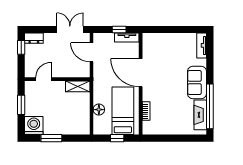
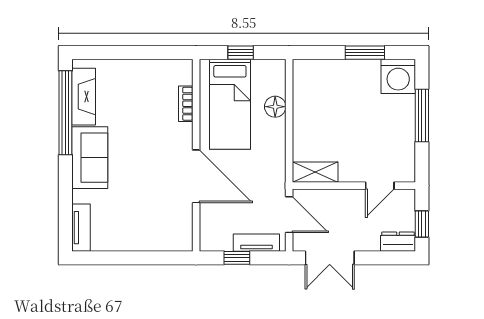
tv unit: (127, 38) -> (256, 243), moved
door: (43, 79) -> (380, 186), moved
wall: (57, 79) -> (354, 186), moved
shelving: (78, 86) -> (315, 172), moved
window: (21, 105) -> (422, 115), width x1.44

